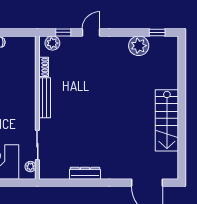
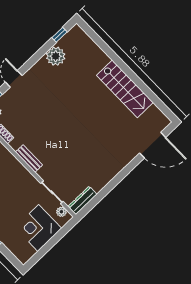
bench: (45, 98) -> (29, 159), width x0.73
dresser: (85, 173) -> (82, 200), moved

